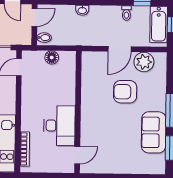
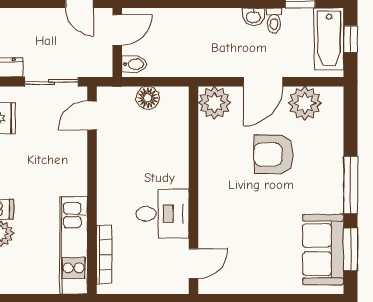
washbasin: (82, 10) -> (253, 17), moved
plant: (91, 61) -> (214, 103), added
desk: (59, 126) -> (162, 214), width x0.73
sofa: (154, 132) -> (323, 250), moved

